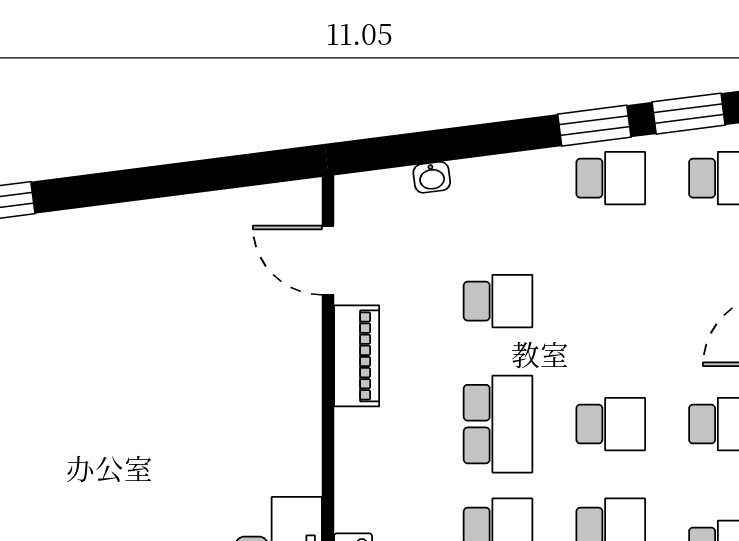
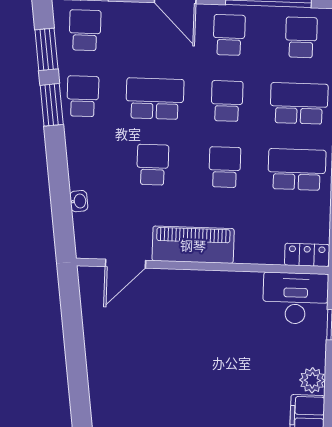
school desk: (611, 301) -> (155, 99), added
piano: (357, 356) -> (193, 245), width x1.37, depth x1.33
school desk: (498, 424) -> (225, 167), width x0.54

